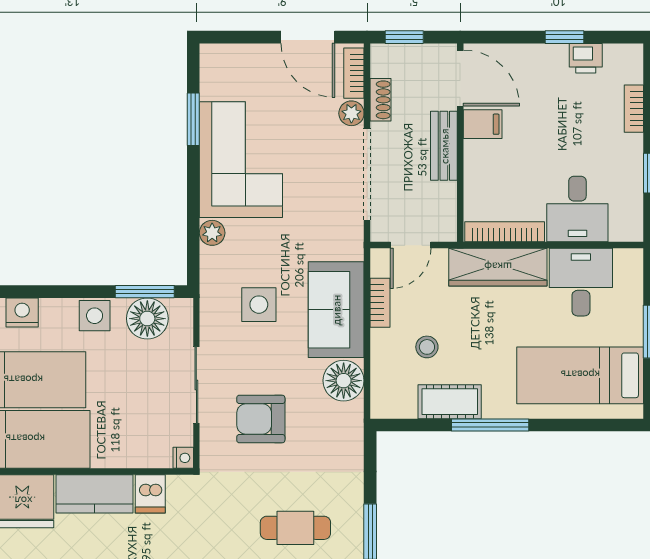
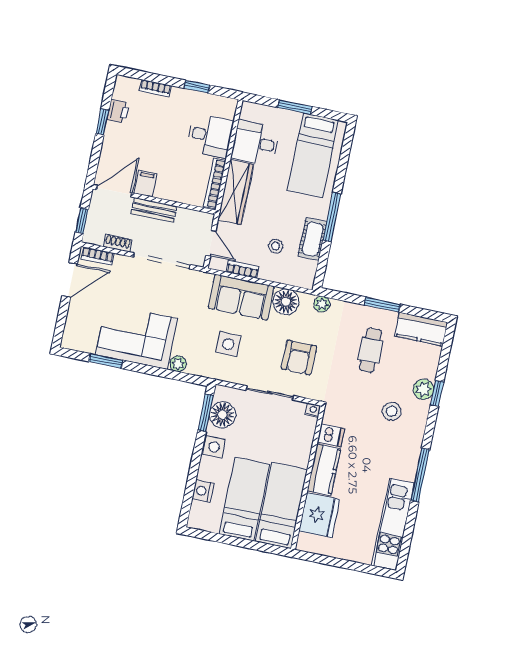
plant: (351, 113) -> (322, 304), moved

